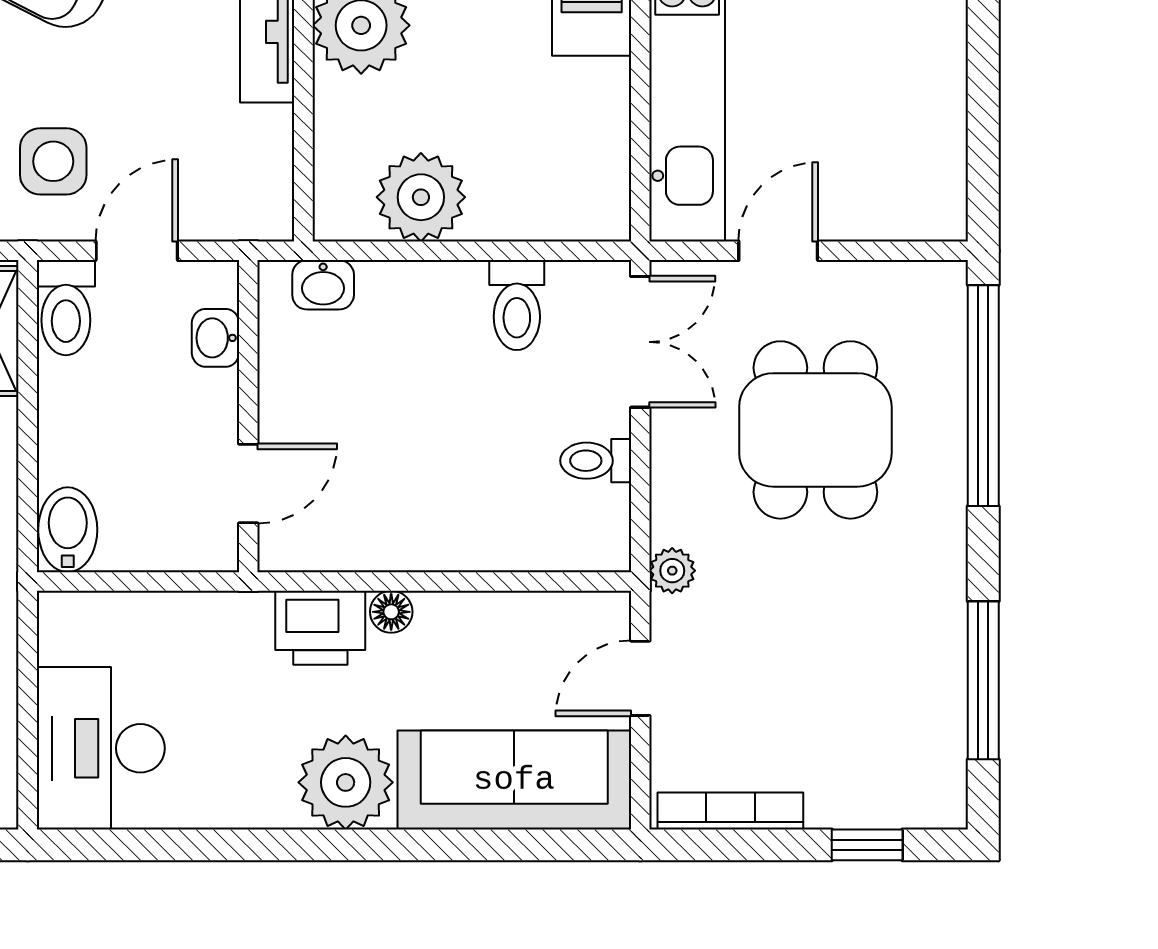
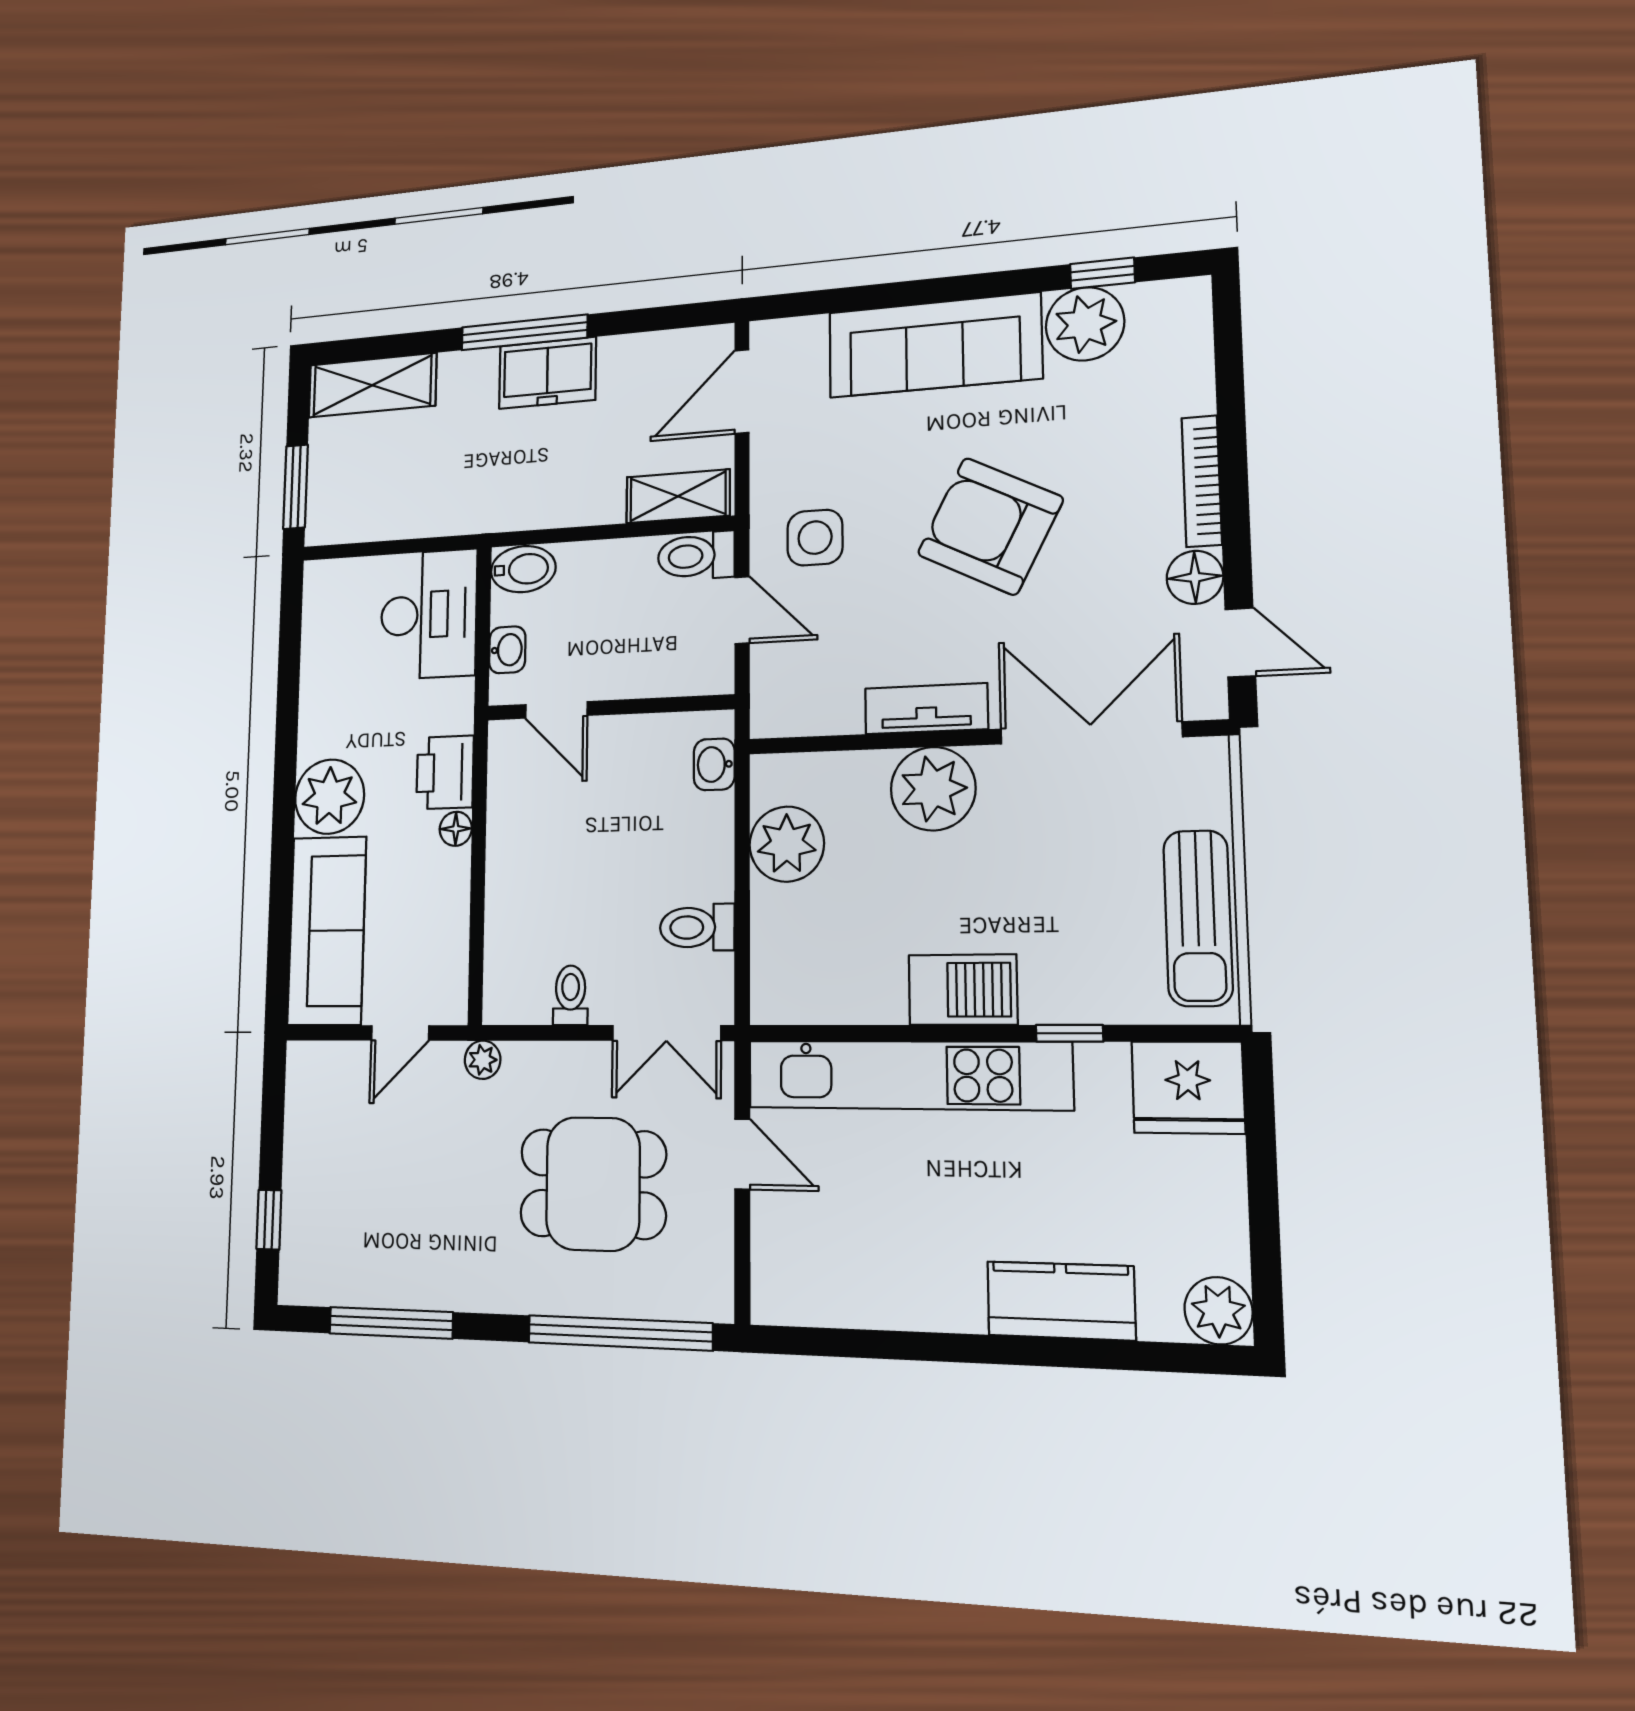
washbasin: (215, 338) -> (507, 650), moved, turned 90
door: (640, 678) -> (400, 1033), swing flipped
desk: (101, 748) -> (429, 614), moved, turned 90
bookcase: (730, 811) -> (298, 1107), removed

